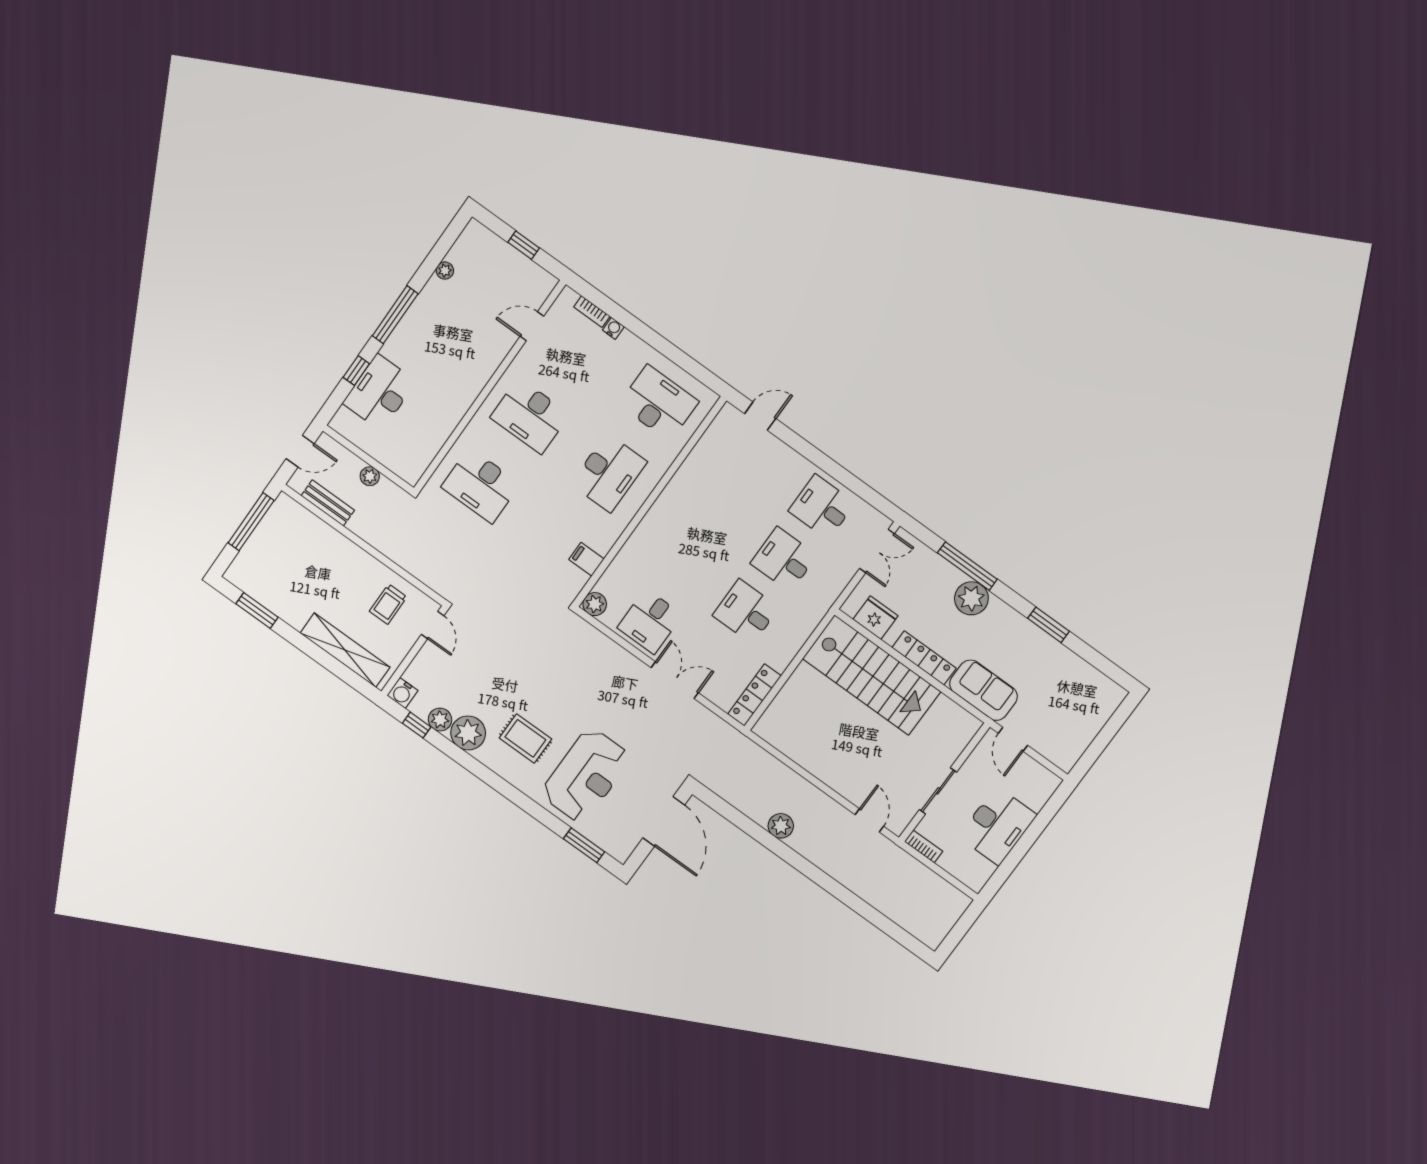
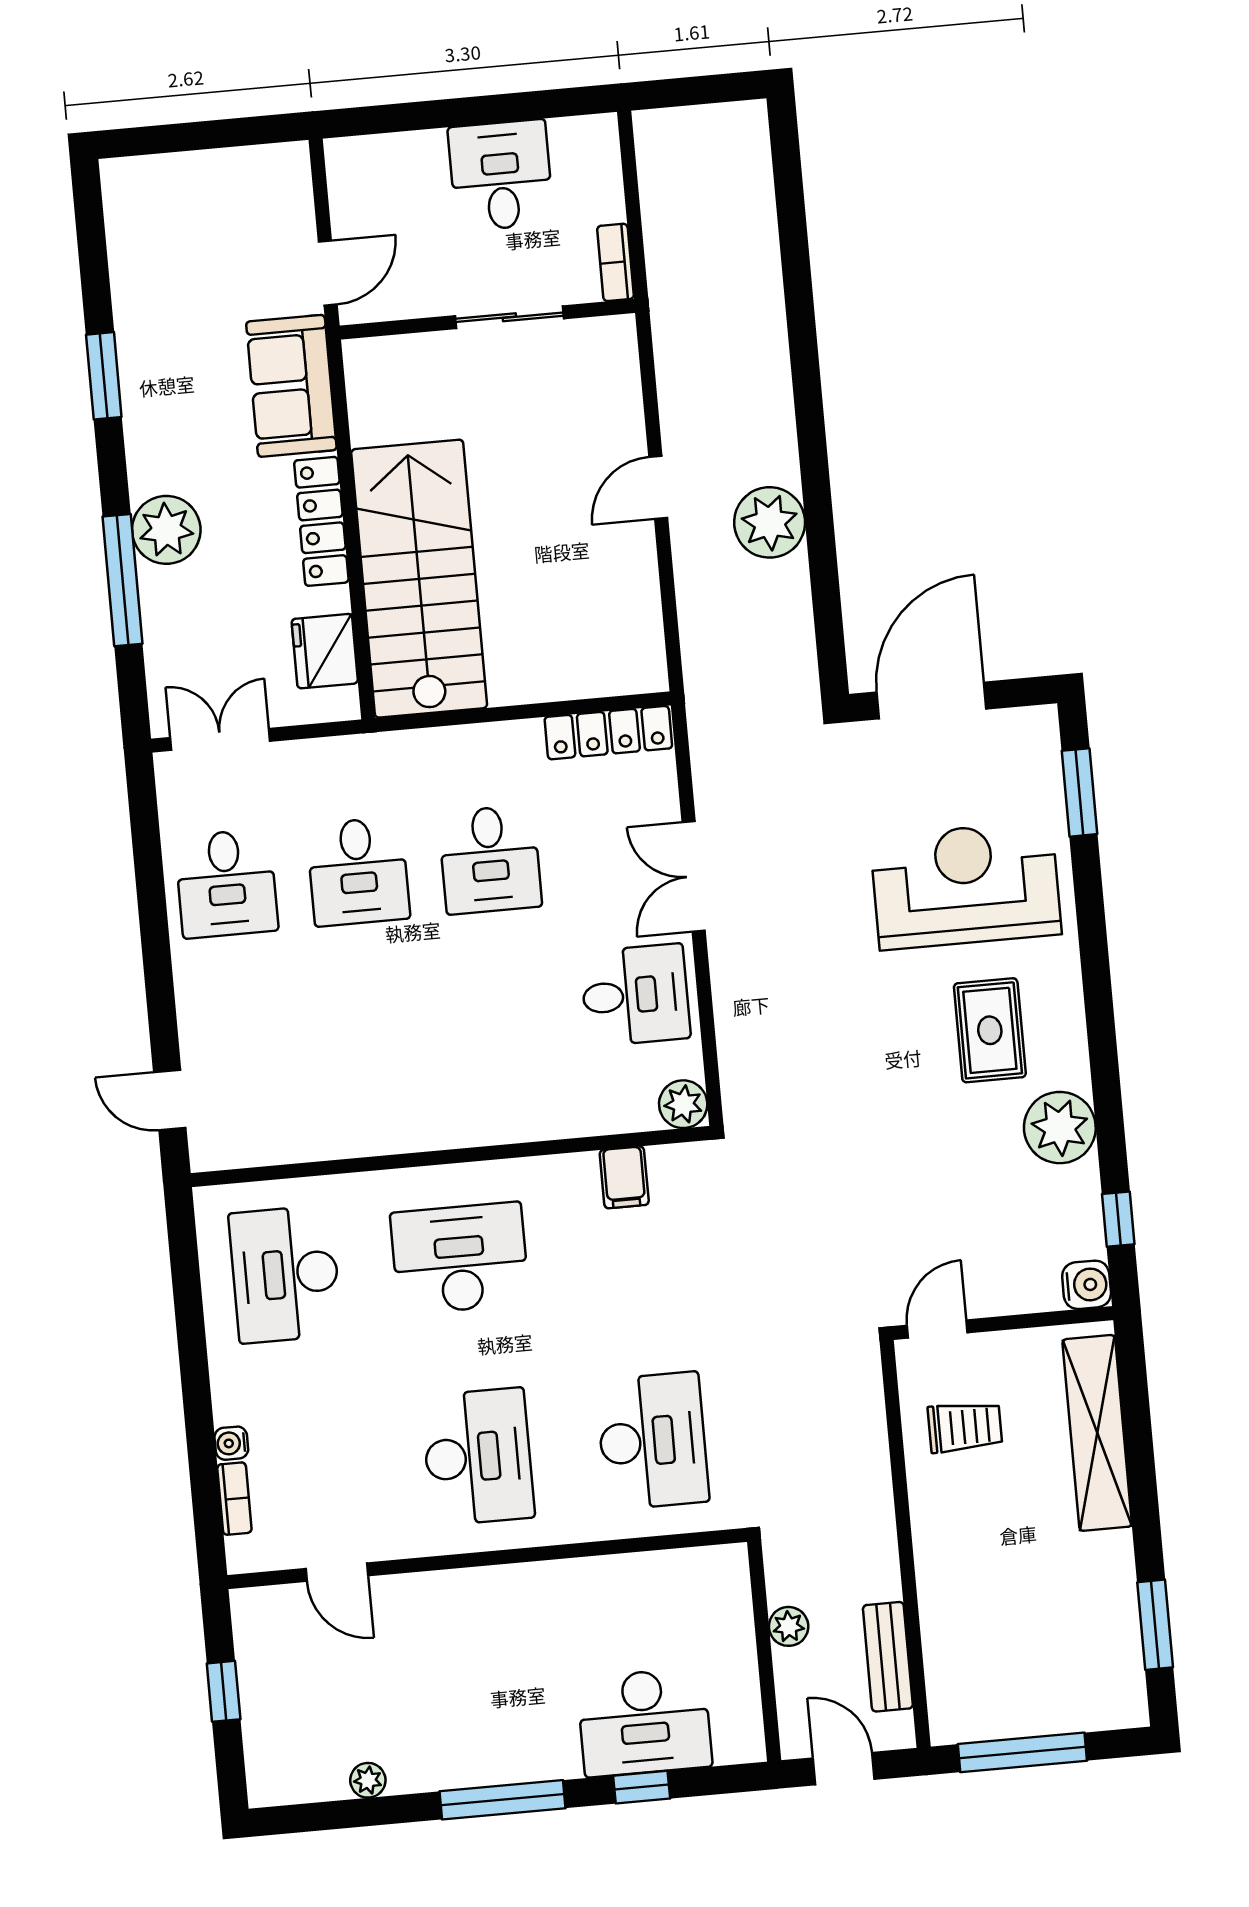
plant: (440, 720) -> (1077, 1190), removed
door: (869, 820) -> (658, 488), moved
plant: (781, 826) -> (770, 522), width x1.36, depth x1.36
desk: (998, 826) -> (501, 175), width x0.73

